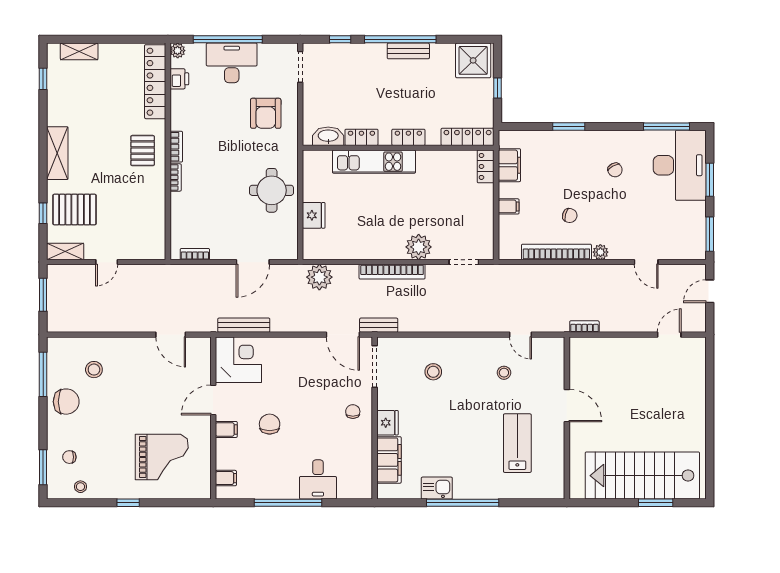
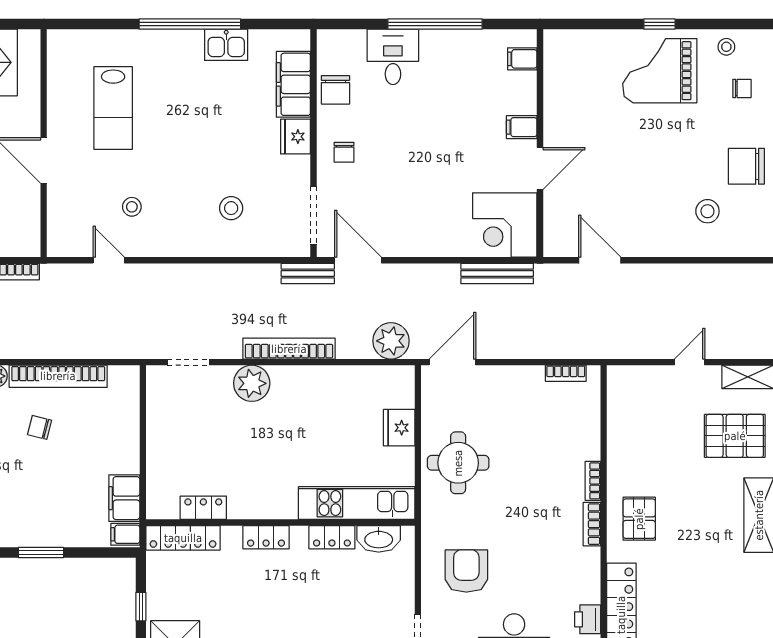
kitchen unit: (374, 162) -> (357, 503), moved
locker: (486, 166) -> (203, 508), moved, turned -90
filing cabinet: (509, 206) -> (125, 534), moved
door: (253, 262) -> (453, 362), moved
chair: (270, 424) -> (335, 90), moved
grand piano: (162, 457) -> (660, 71), moved

